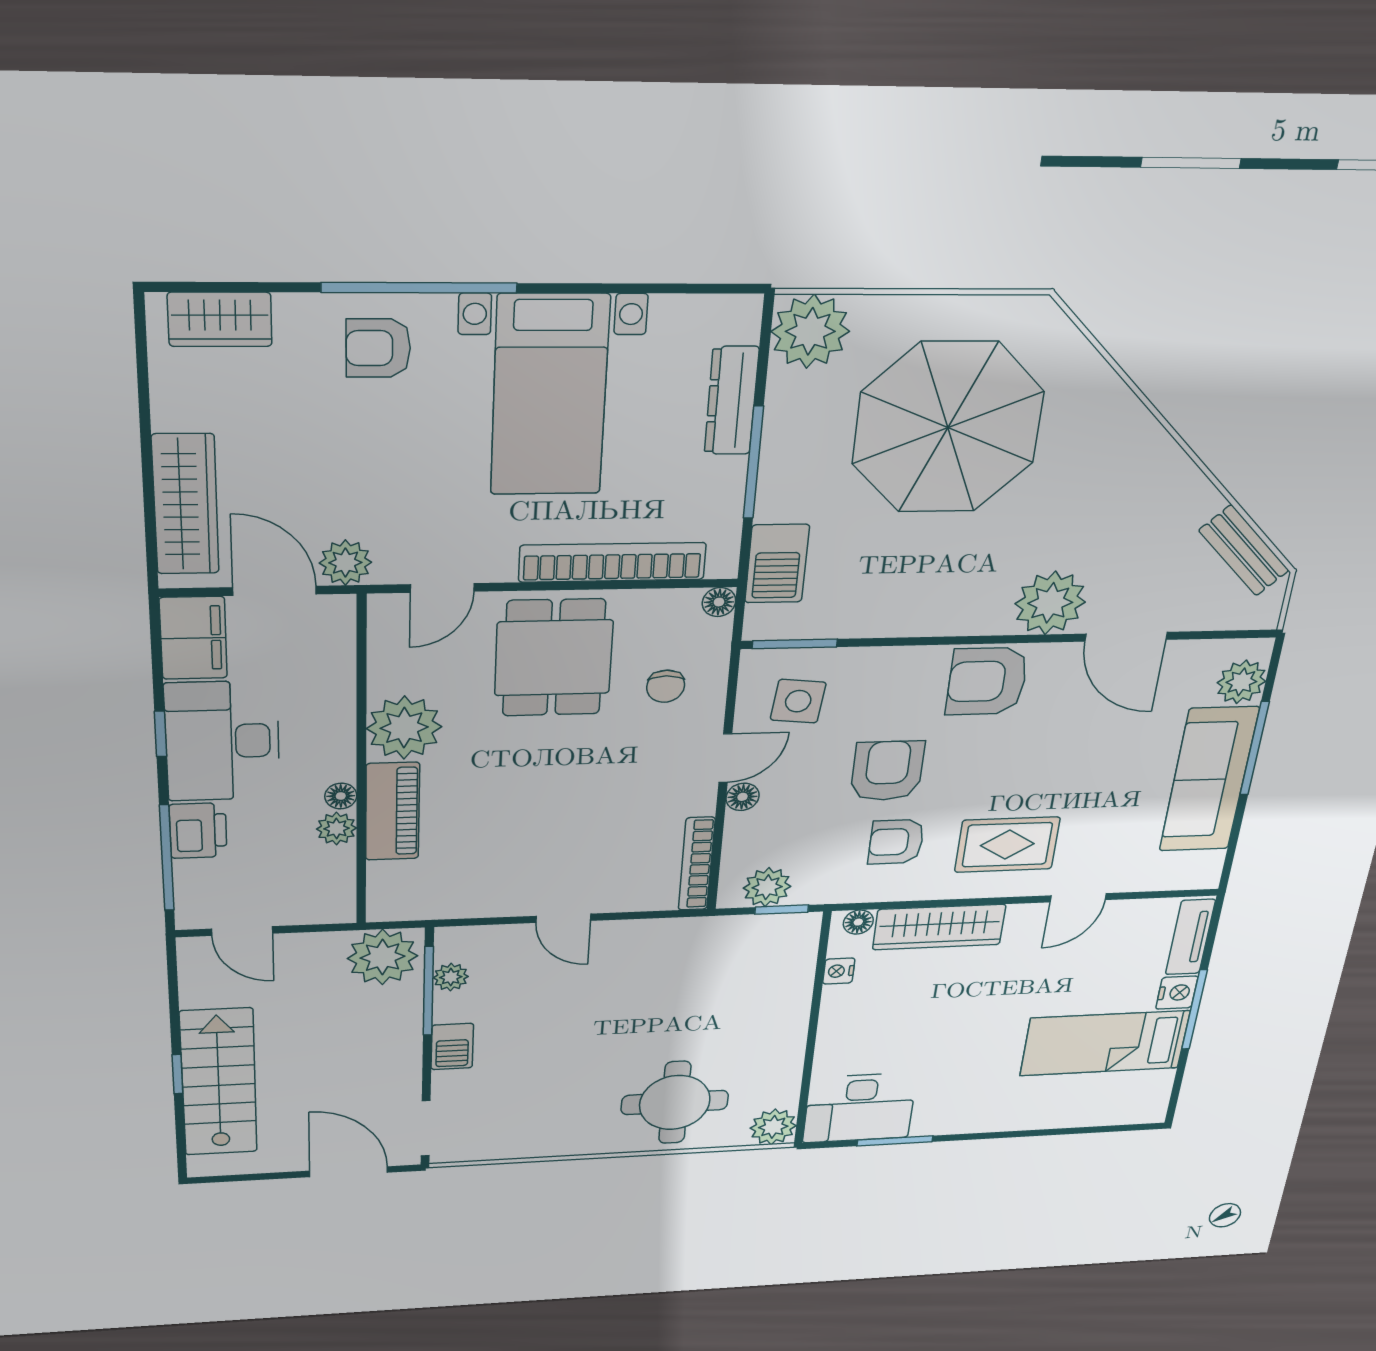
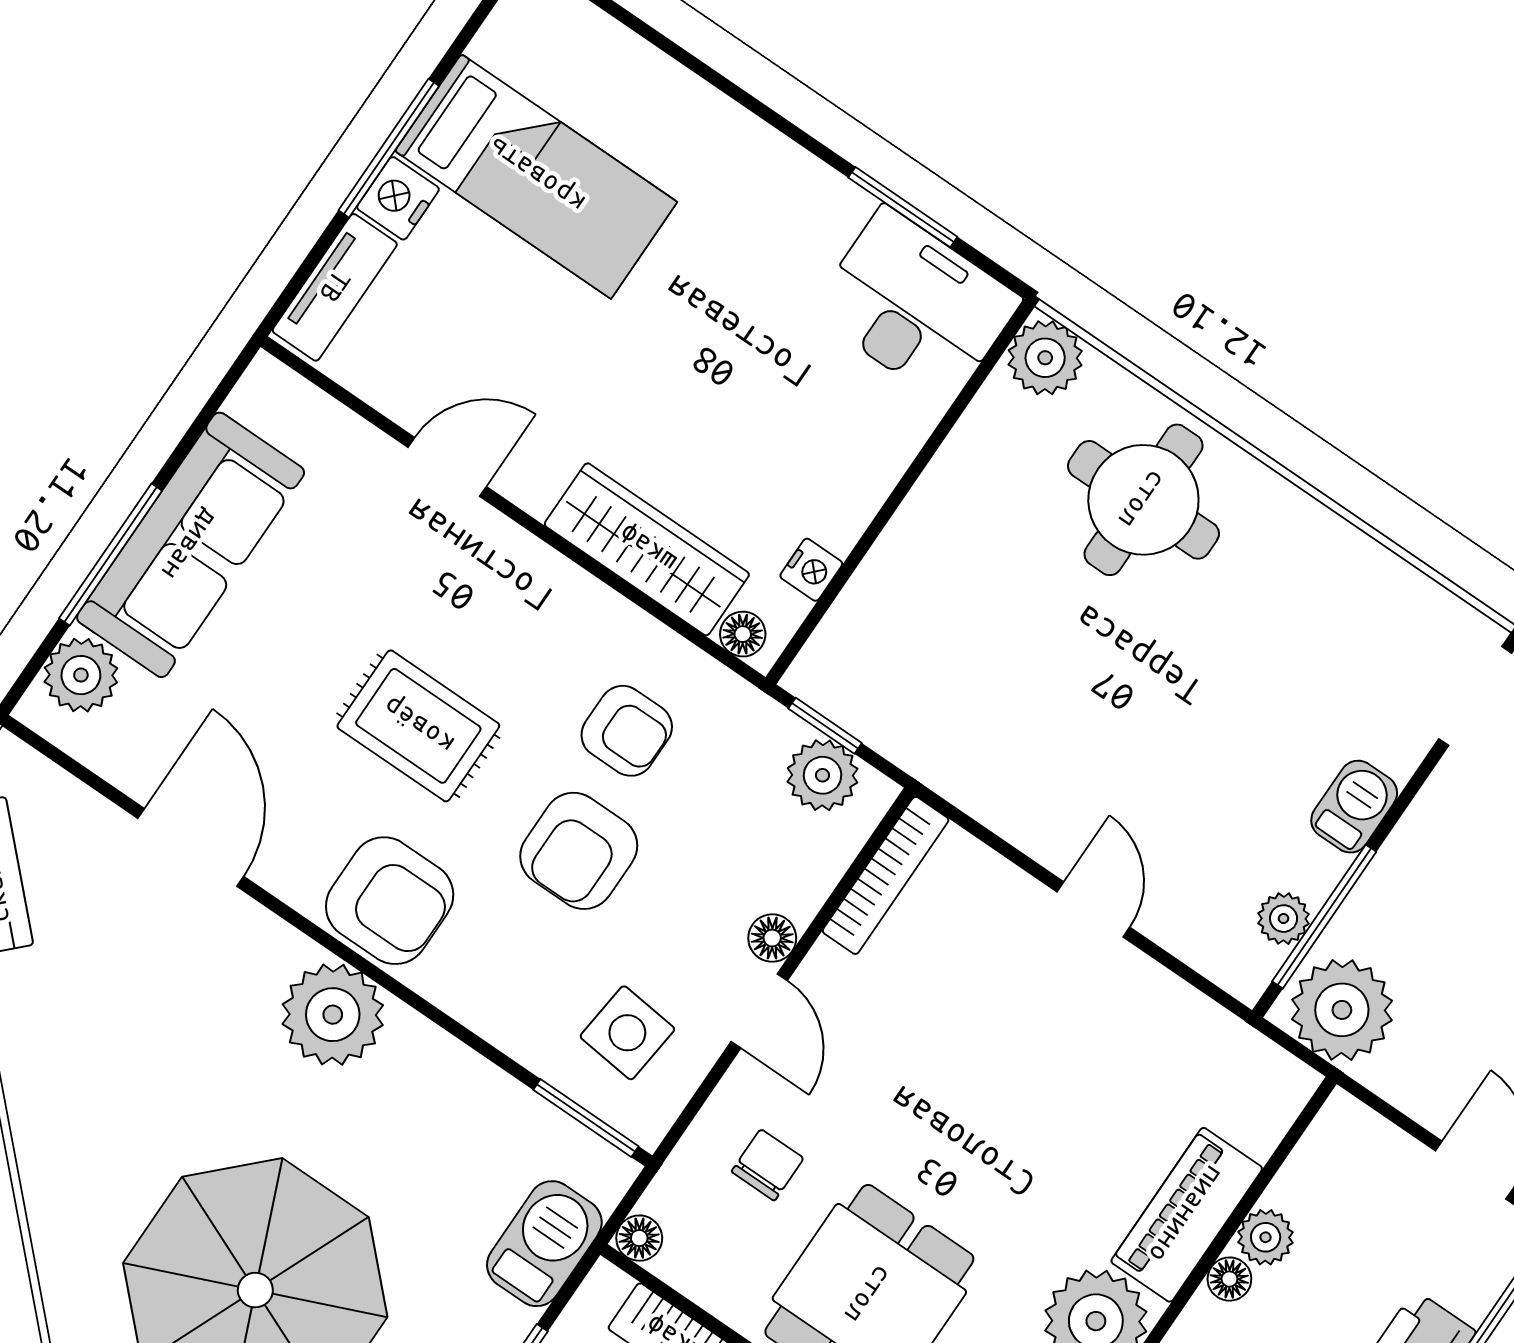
plant: (1050, 603) -> (333, 1015), moved
door: (725, 758) -> (759, 1011), swing flipped
rug: (1007, 845) -> (418, 726), moved

